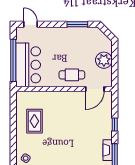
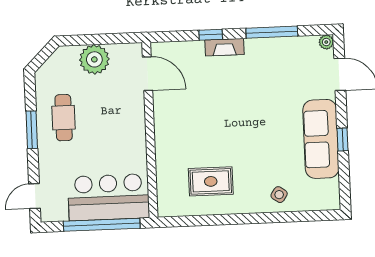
window: (77, 24) -> (32, 130), moved
cafe table: (72, 75) -> (64, 118), moved
fireplace: (108, 150) -> (224, 47), moved

